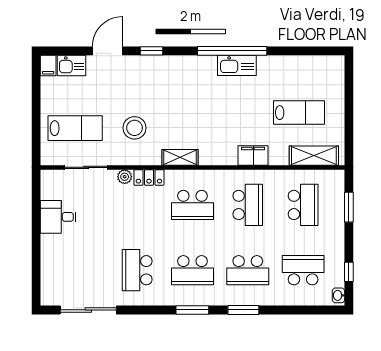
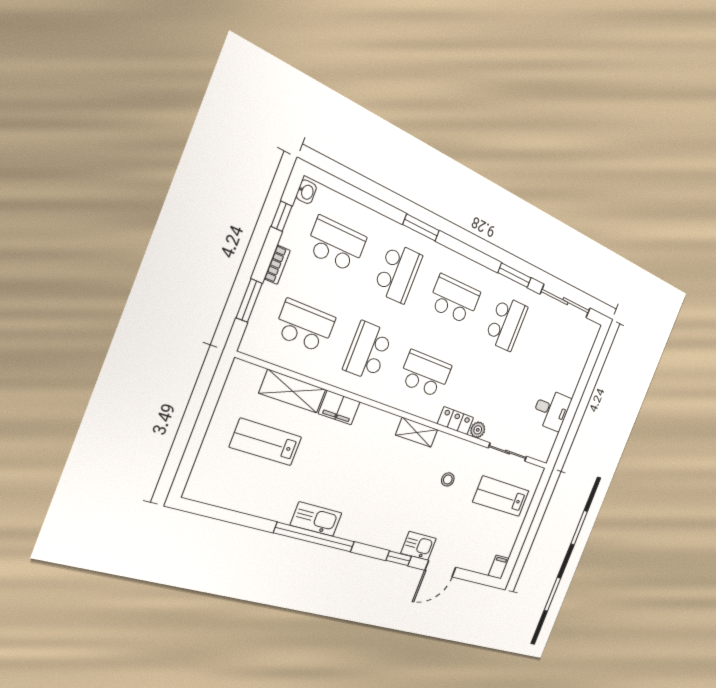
kitchen sink: (71, 66) -> (419, 546), moved
stool: (135, 128) -> (448, 479), width x0.53, depth x0.53
shelving: (314, 156) -> (293, 391), moved
school desk: (303, 205) -> (305, 326), turned 90
bookcase: (339, 239) -> (277, 265), added
school desk: (248, 270) -> (398, 273), turned 90
school desk: (303, 270) -> (336, 244), turned 180
window: (192, 310) -> (514, 275), moved

